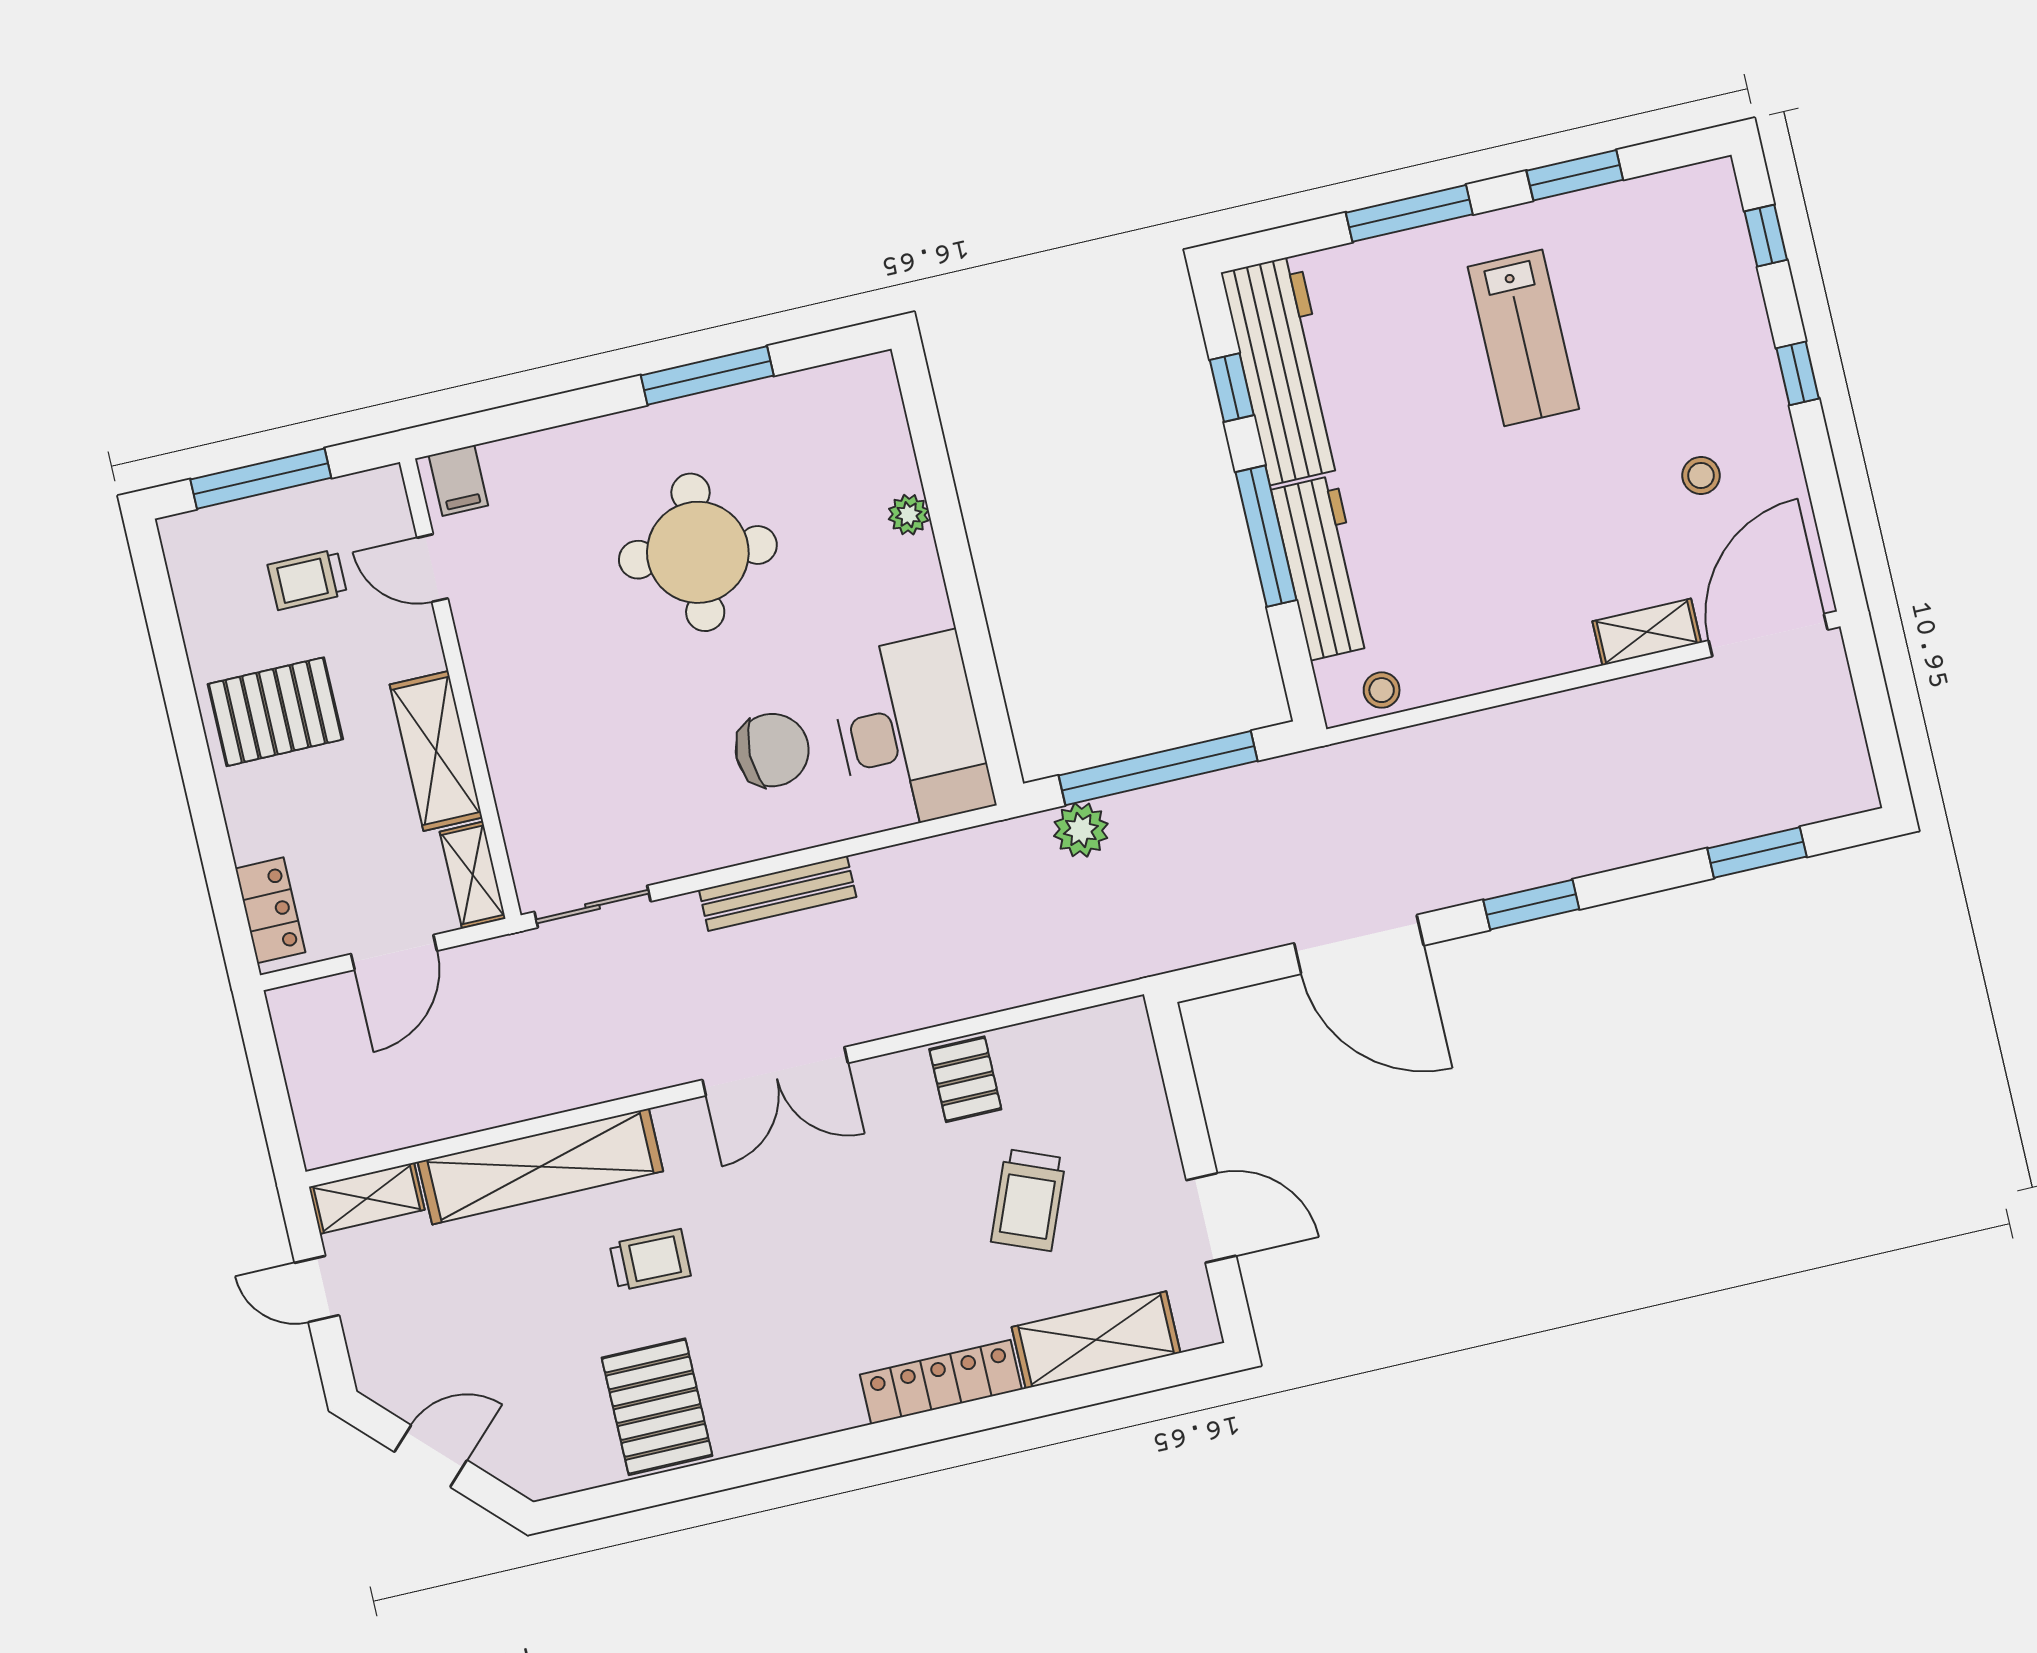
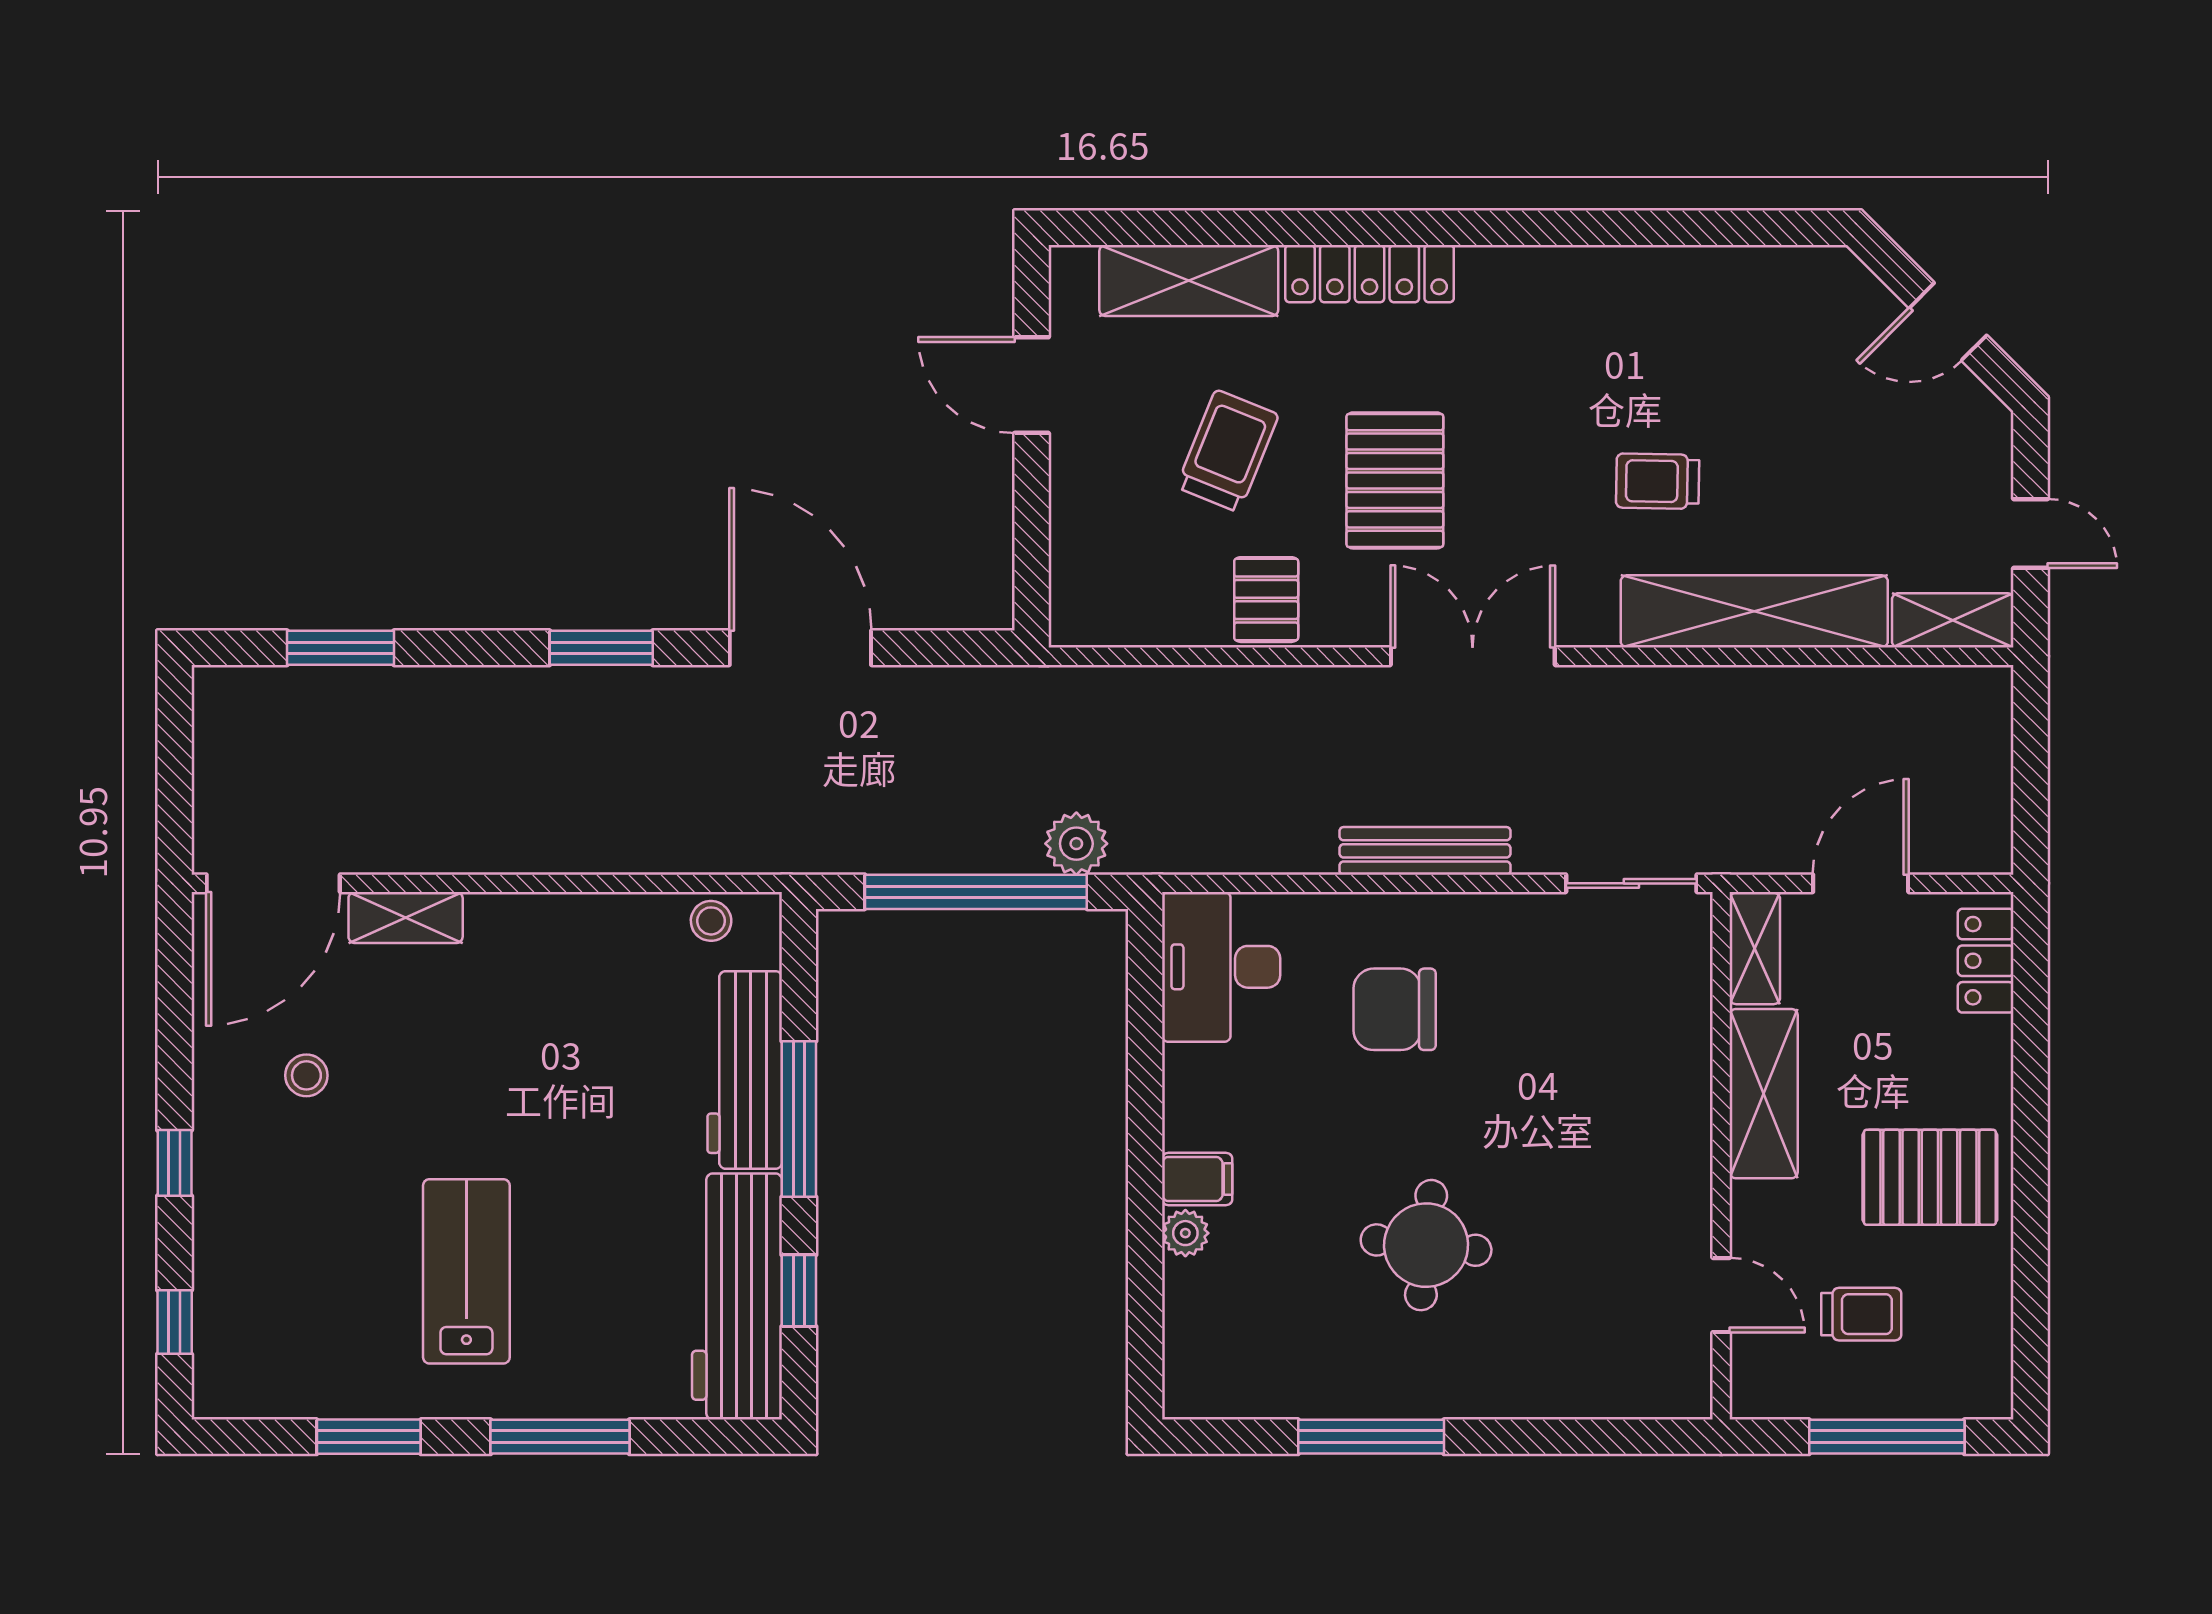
filing cabinet: (458, 480) -> (1197, 1179), moved, turned 90
round table: (698, 552) -> (1426, 1245), width x0.73, depth x0.73
desk: (910, 732) -> (1221, 967), width x0.73, depth x0.77
pallet: (657, 1407) -> (1395, 480), moved

